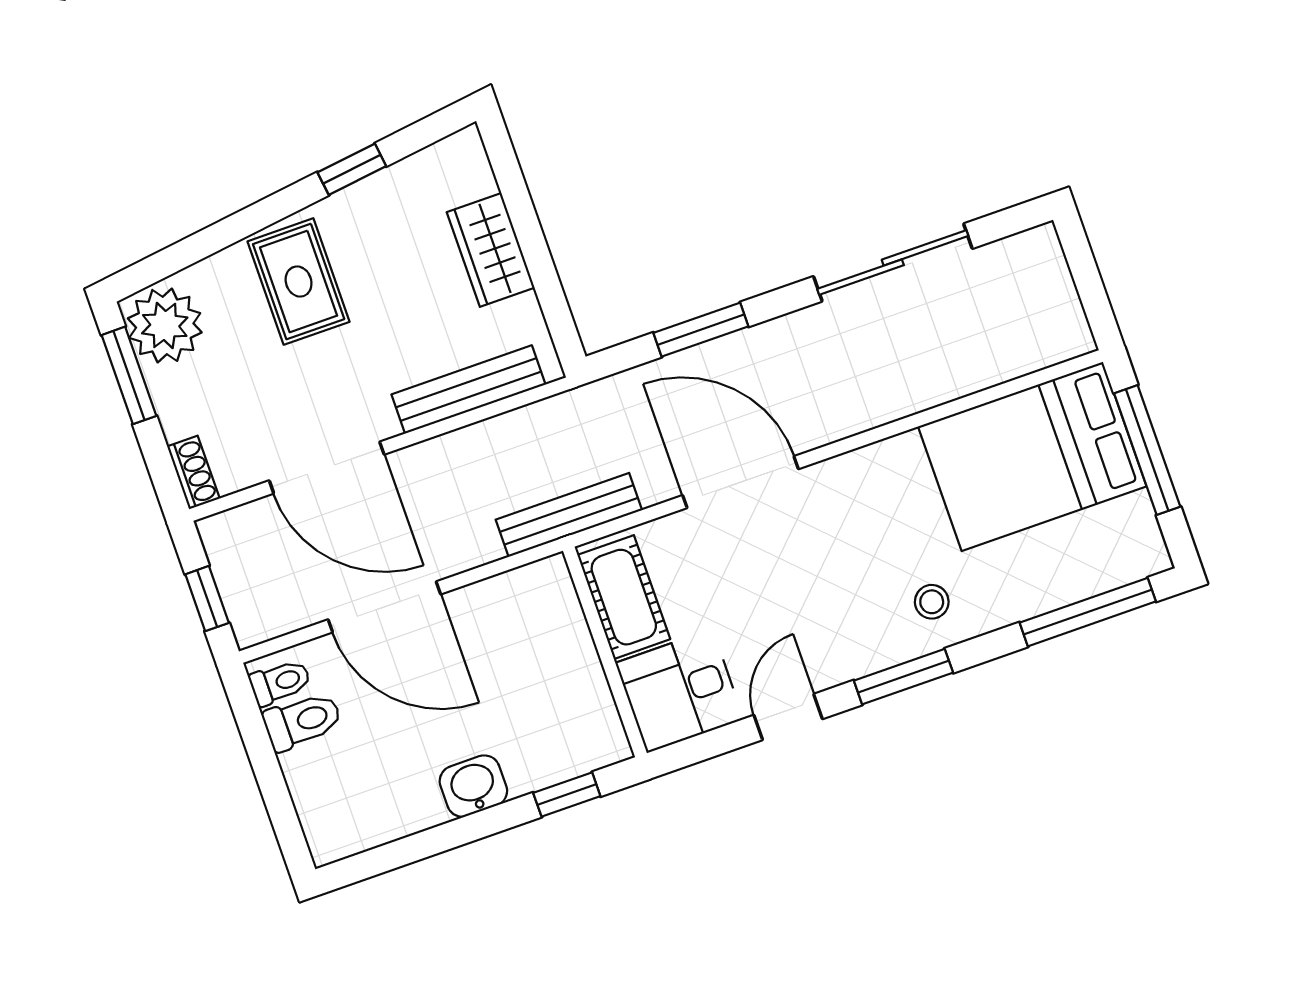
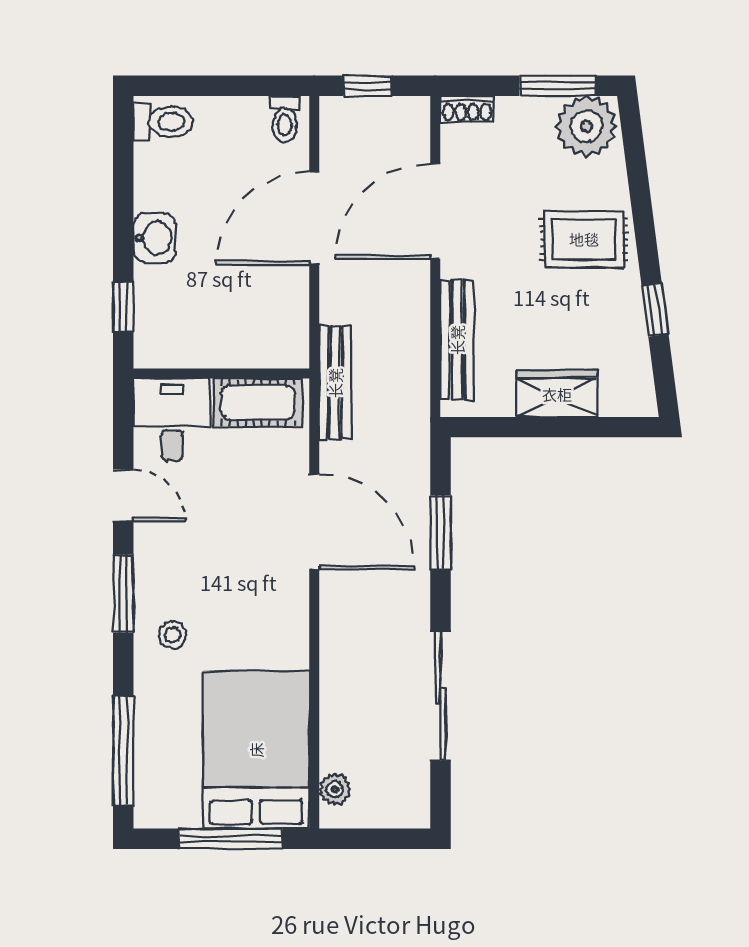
plant: (1046, 348) -> (335, 789), added
door: (741, 482) -> (314, 522), hinge flipped
toilet: (302, 721) -> (163, 122), moved, turned -90

